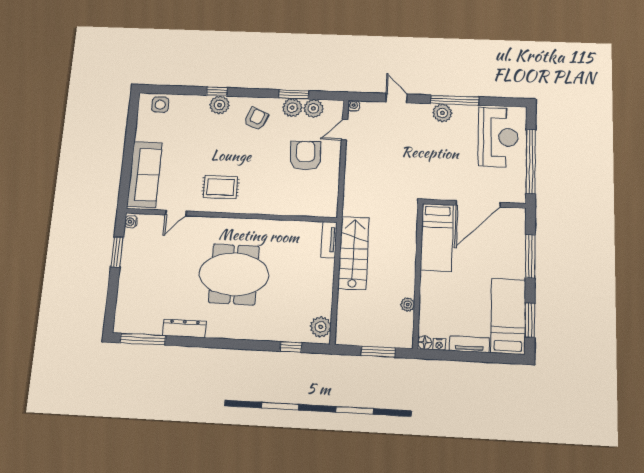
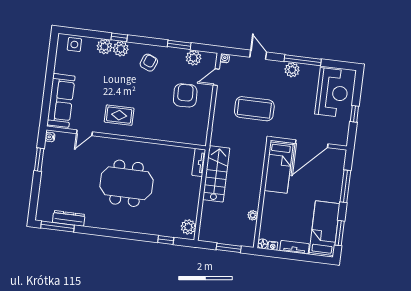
plant: (292, 108) -> (104, 47), moved
window: (531, 161) -> (354, 114), width x0.32
coffee table: (397, 165) -> (254, 109), added
dresser: (184, 328) -> (69, 218), moved

